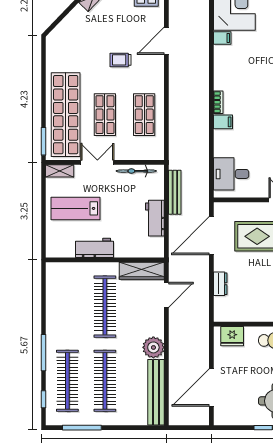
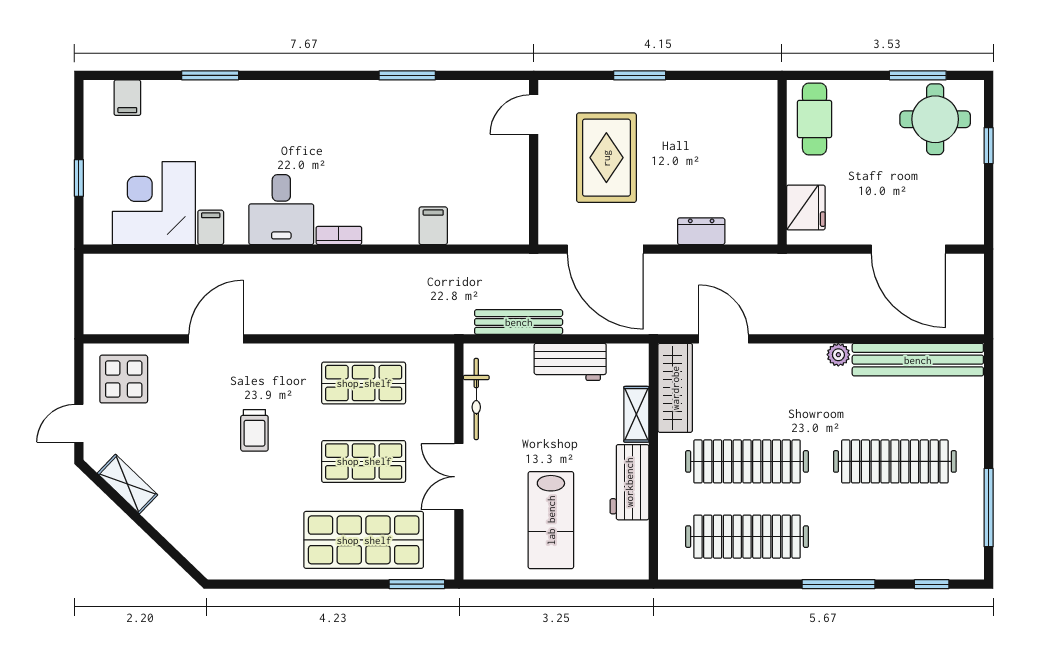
door: (166, 41) -> (216, 339), swing flipped
shop shelf: (66, 115) -> (364, 540), width x0.71
filing cabinet: (223, 122) -> (433, 226), moved
shelving: (60, 171) -> (636, 414), moved
desk: (231, 174) -> (281, 210), moved
plant: (153, 347) -> (838, 355), width x0.53, depth x0.53
clothes rail: (67, 381) -> (747, 537), moved

